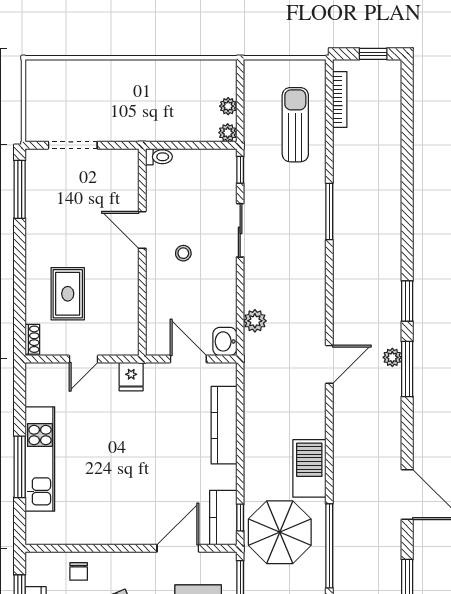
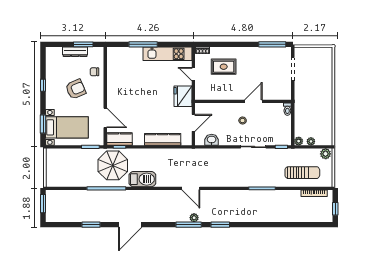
plant: (255, 321) -> (326, 154), moved
washbasin: (225, 341) -> (212, 140), moved
fridge: (131, 377) -> (183, 96), width x1.88, depth x1.34
kitchen unit: (40, 459) -> (167, 54), moved

